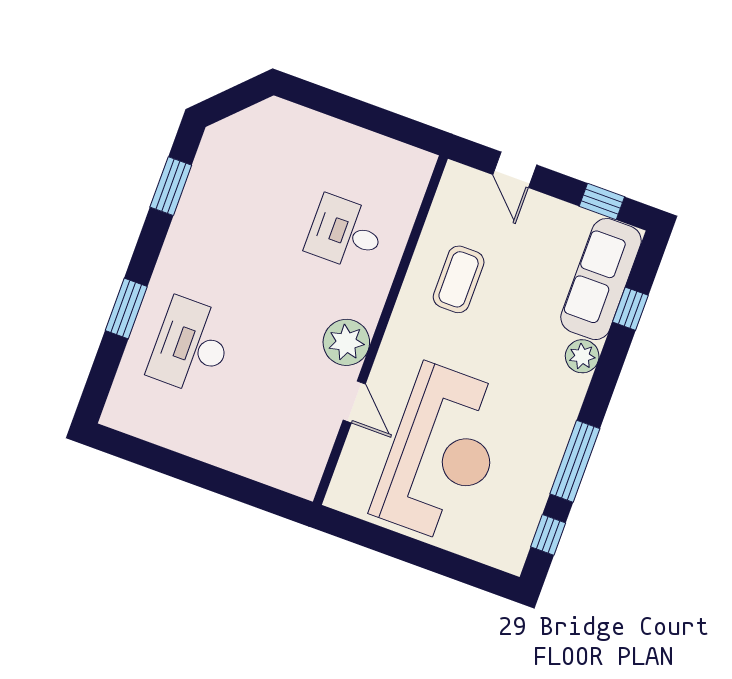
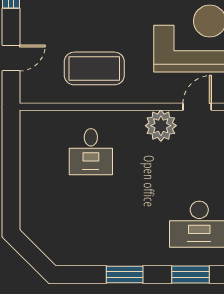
window: (171, 186) -> (125, 275), moved
coffee table: (459, 279) -> (94, 68), width x1.36, depth x1.32

